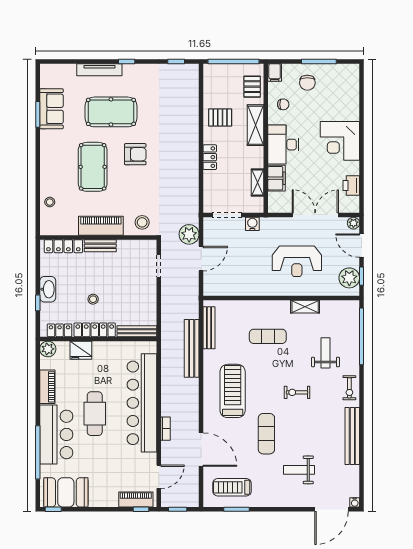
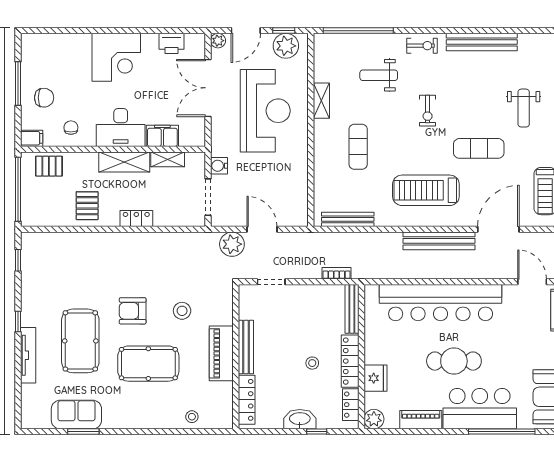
shelving: (255, 125) -> (124, 162), moved
armchair: (135, 154) -> (133, 311), turned -90
stool: (142, 222) -> (182, 311), moved
bench: (100, 246) -> (246, 347), width x1.36
reception desk: (297, 261) -> (265, 111), width x1.36, depth x1.30
bench: (192, 348) -> (439, 241), moved
bookcase: (166, 429) -> (337, 273), moved

